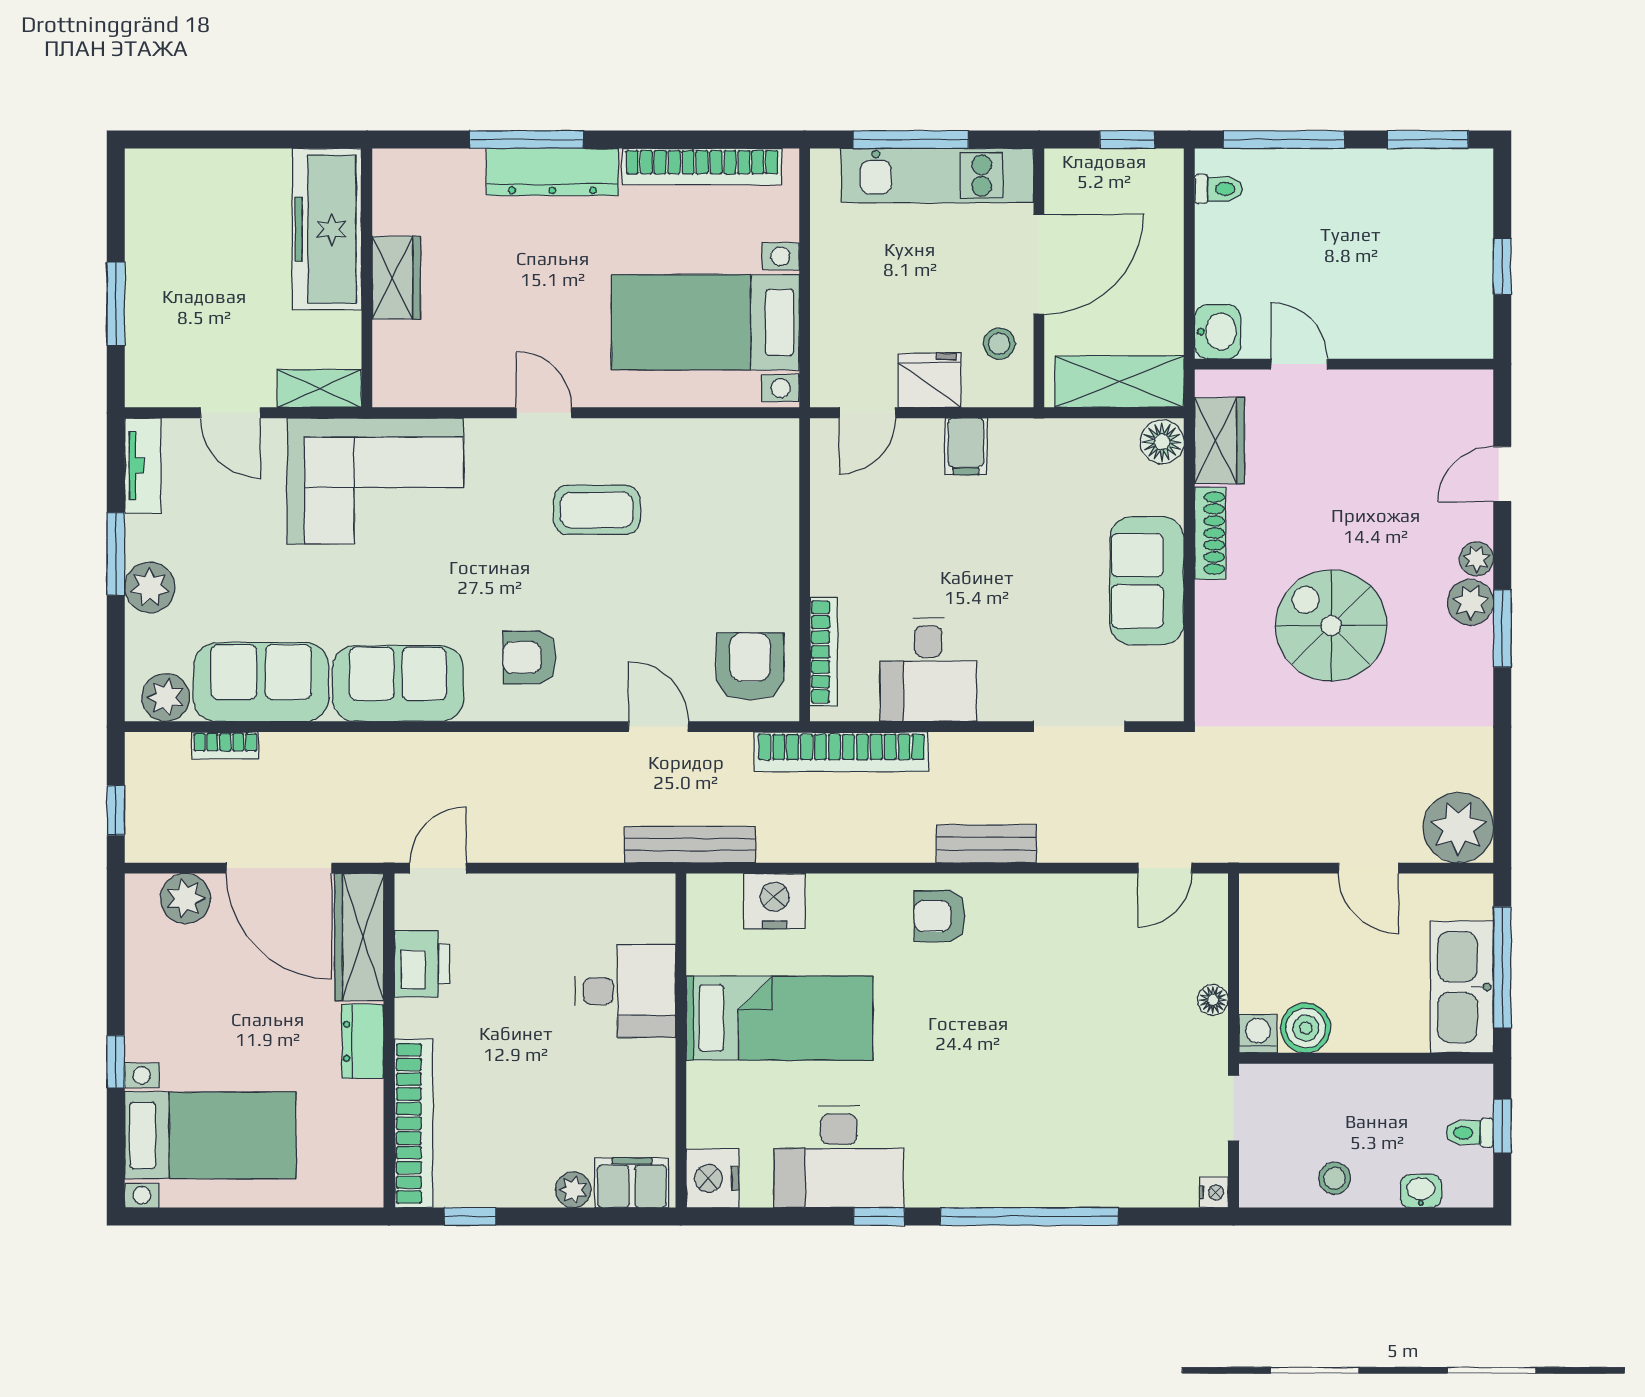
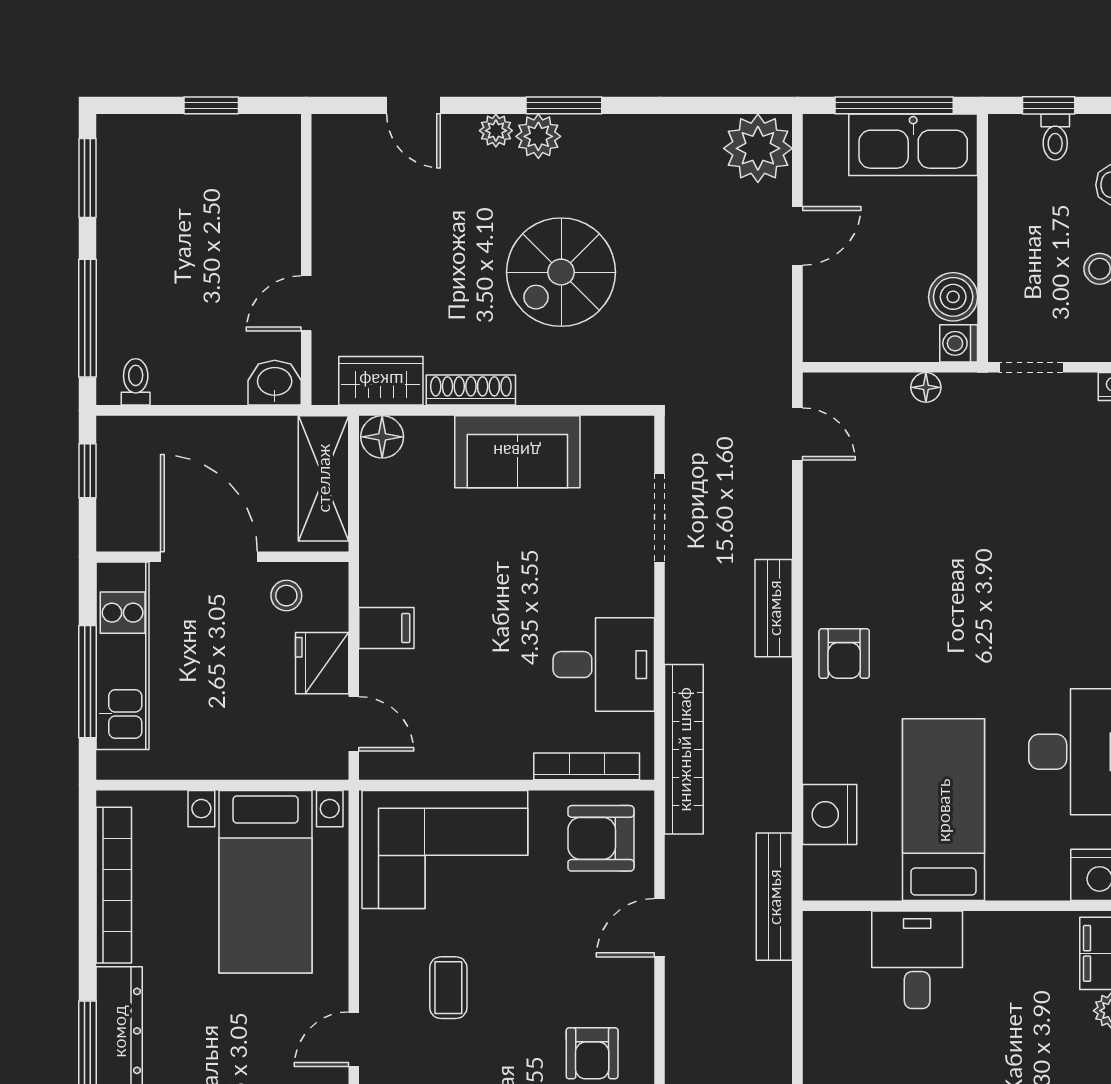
corner sofa: (739, 506) -> (445, 849), added
coffee table: (597, 510) -> (448, 988), width x0.73, depth x0.77

